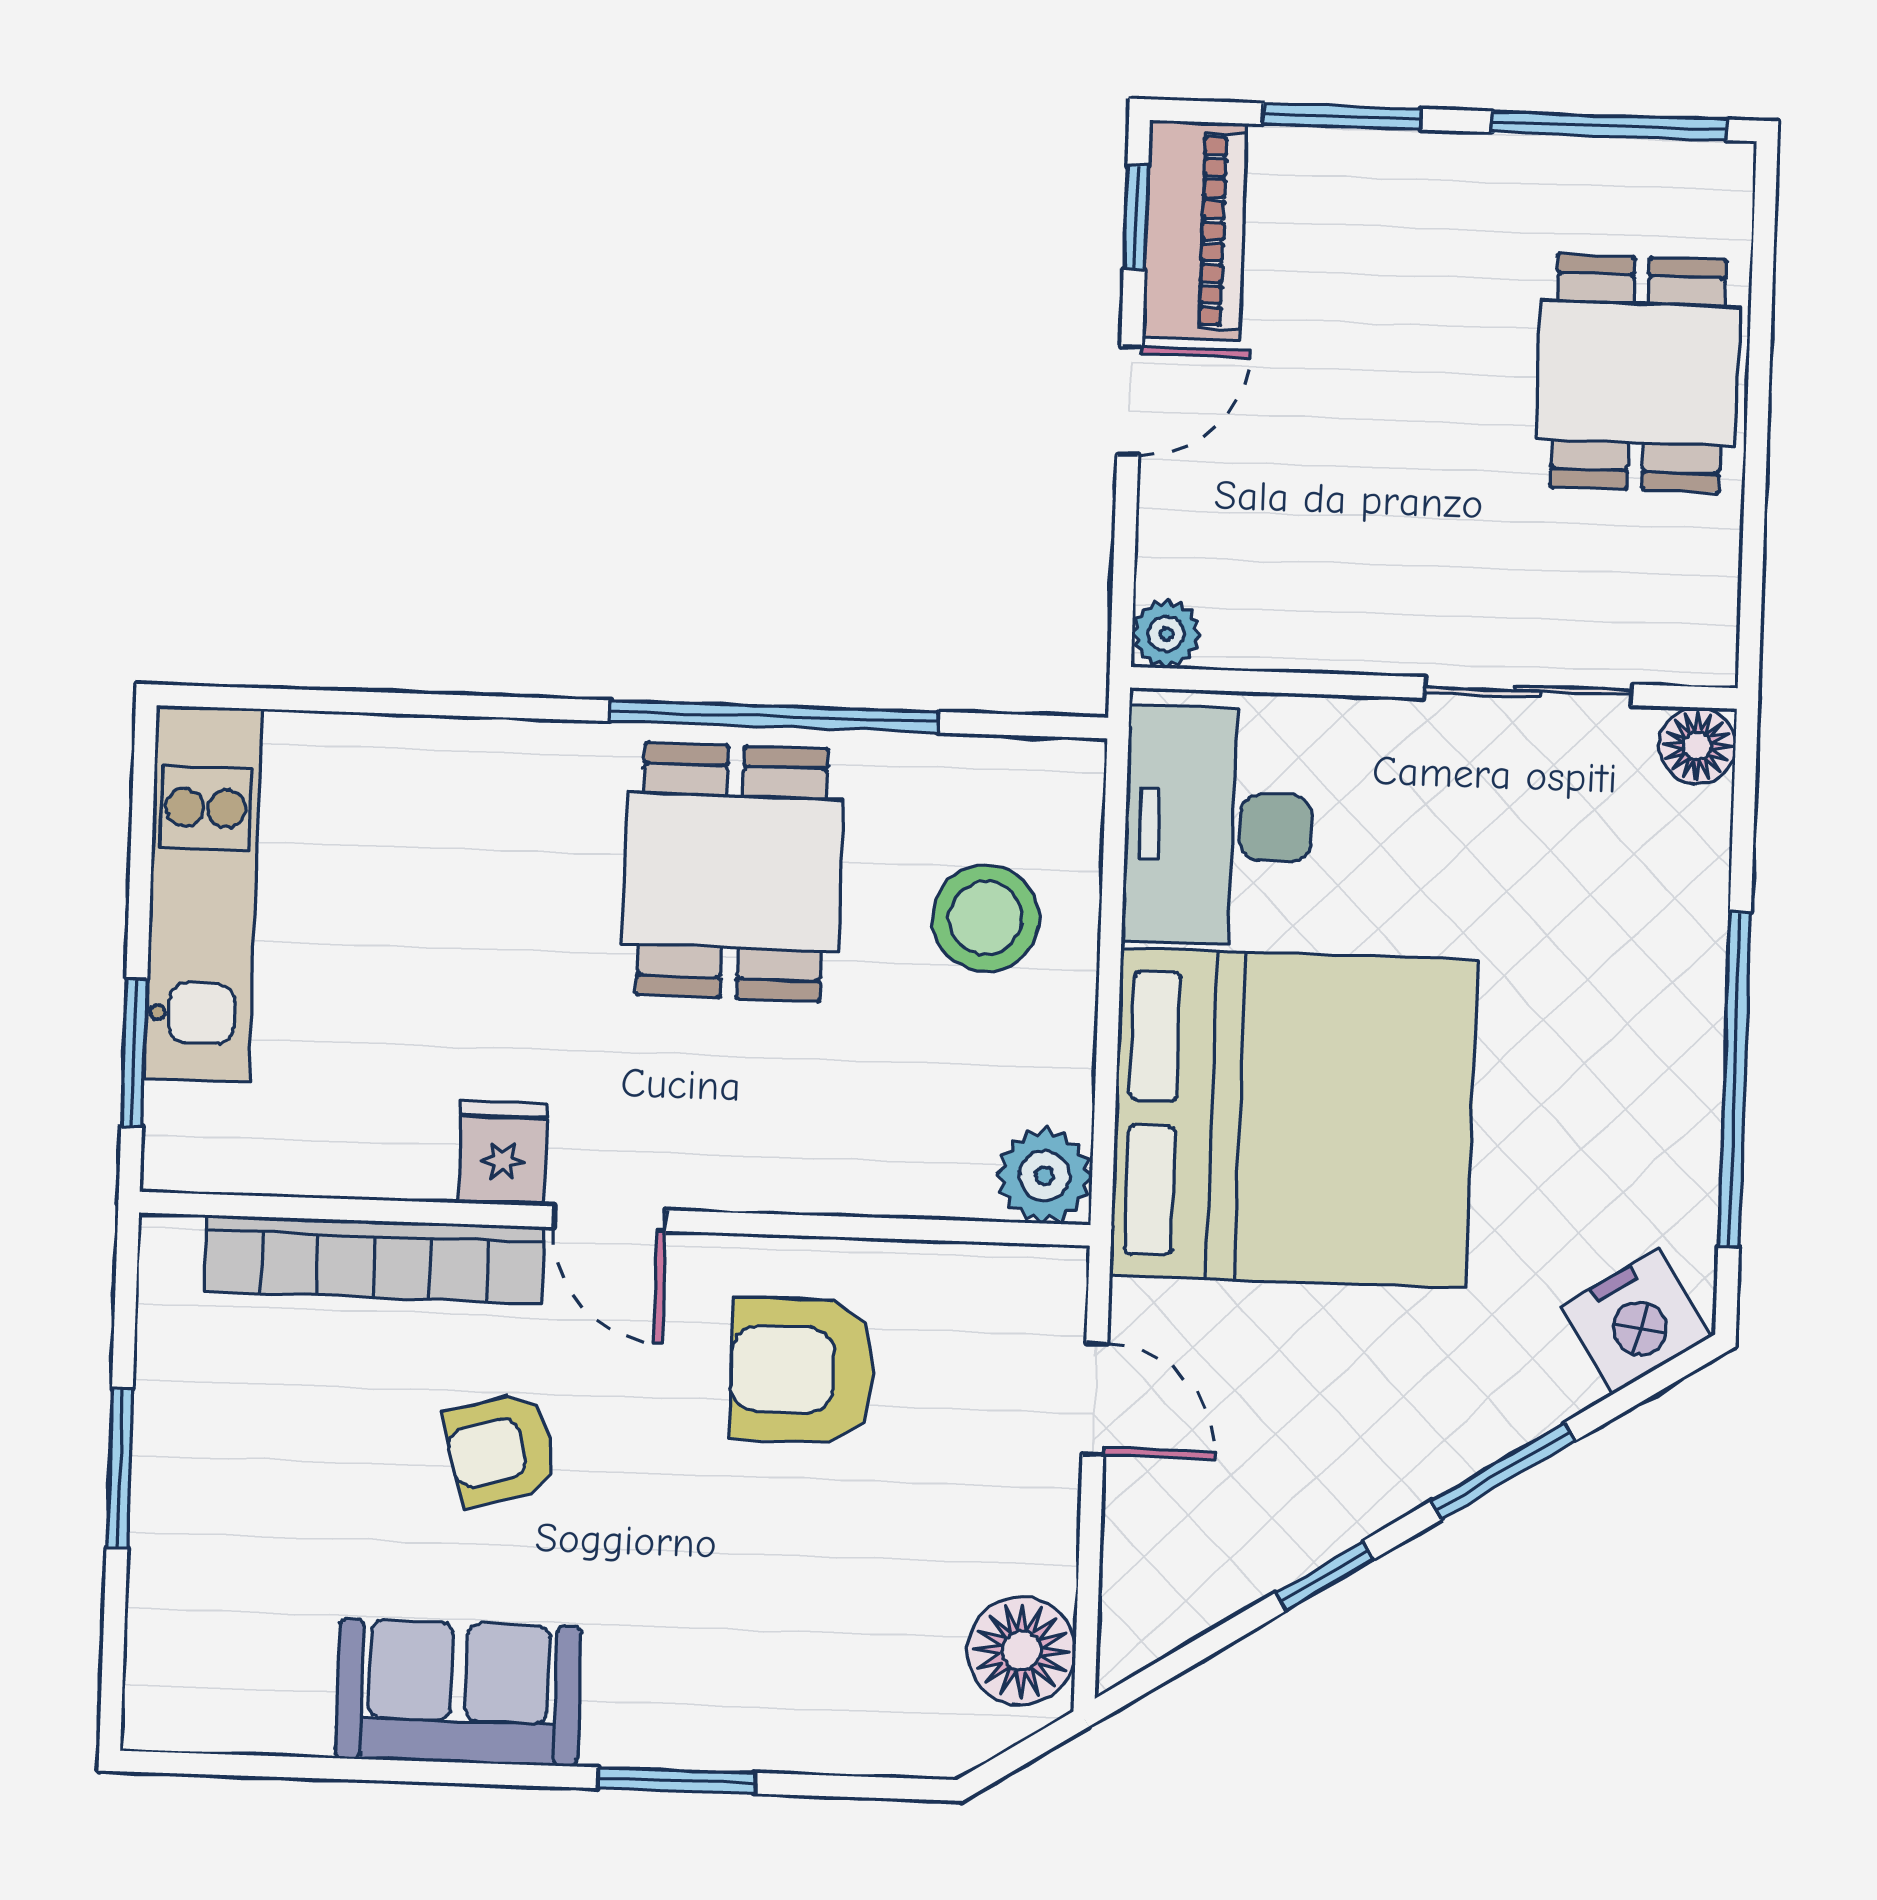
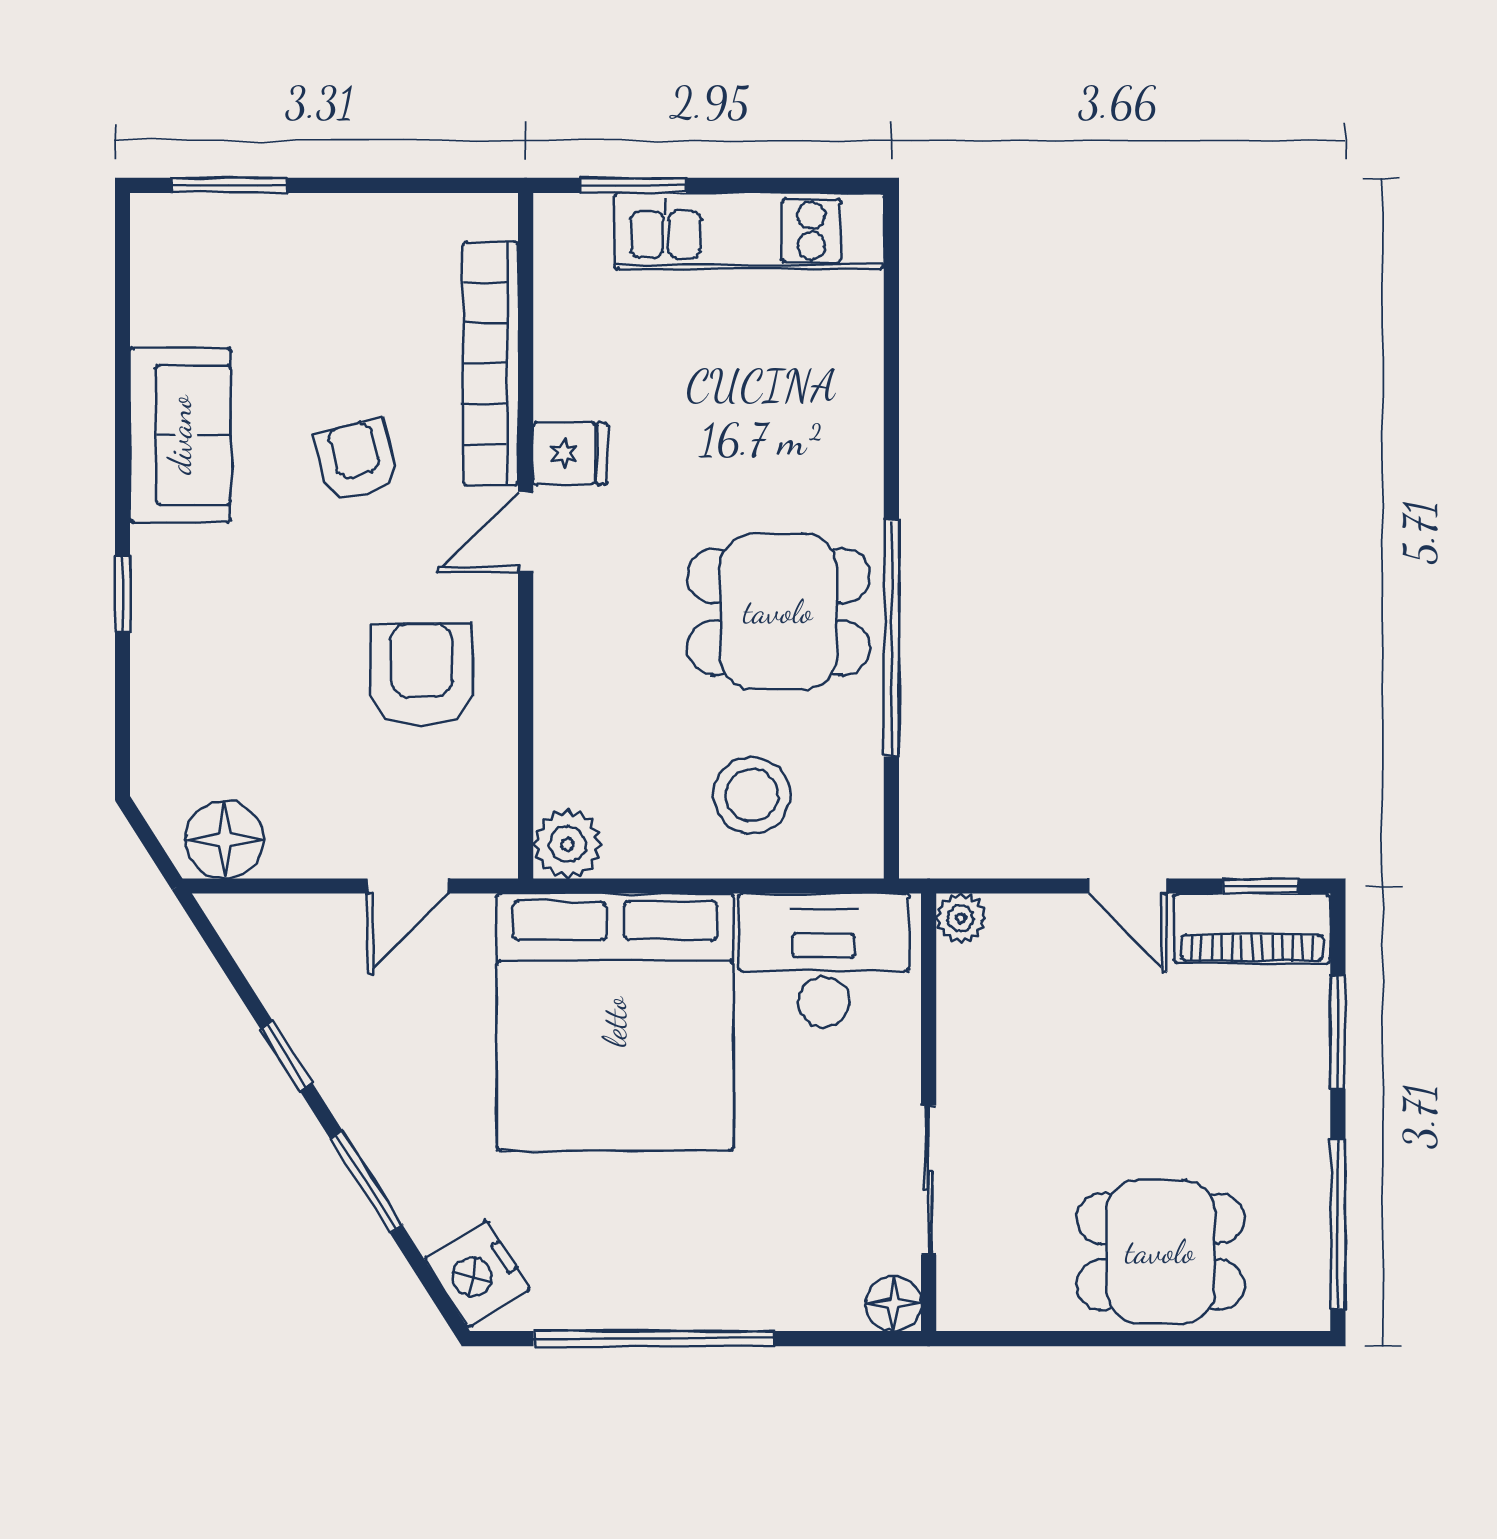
window: (120, 1468) -> (229, 185), moved
window: (676, 1781) -> (123, 594), width x0.67

